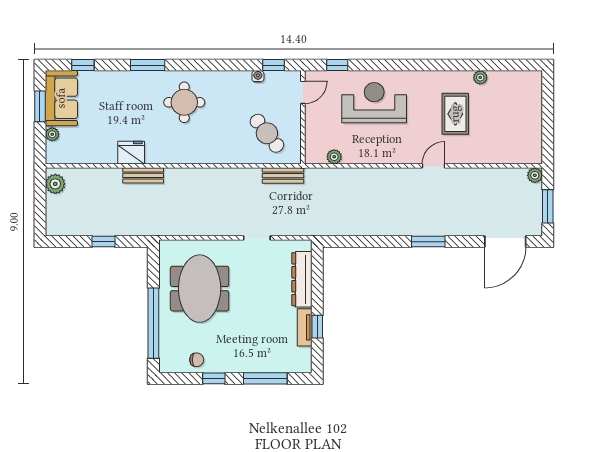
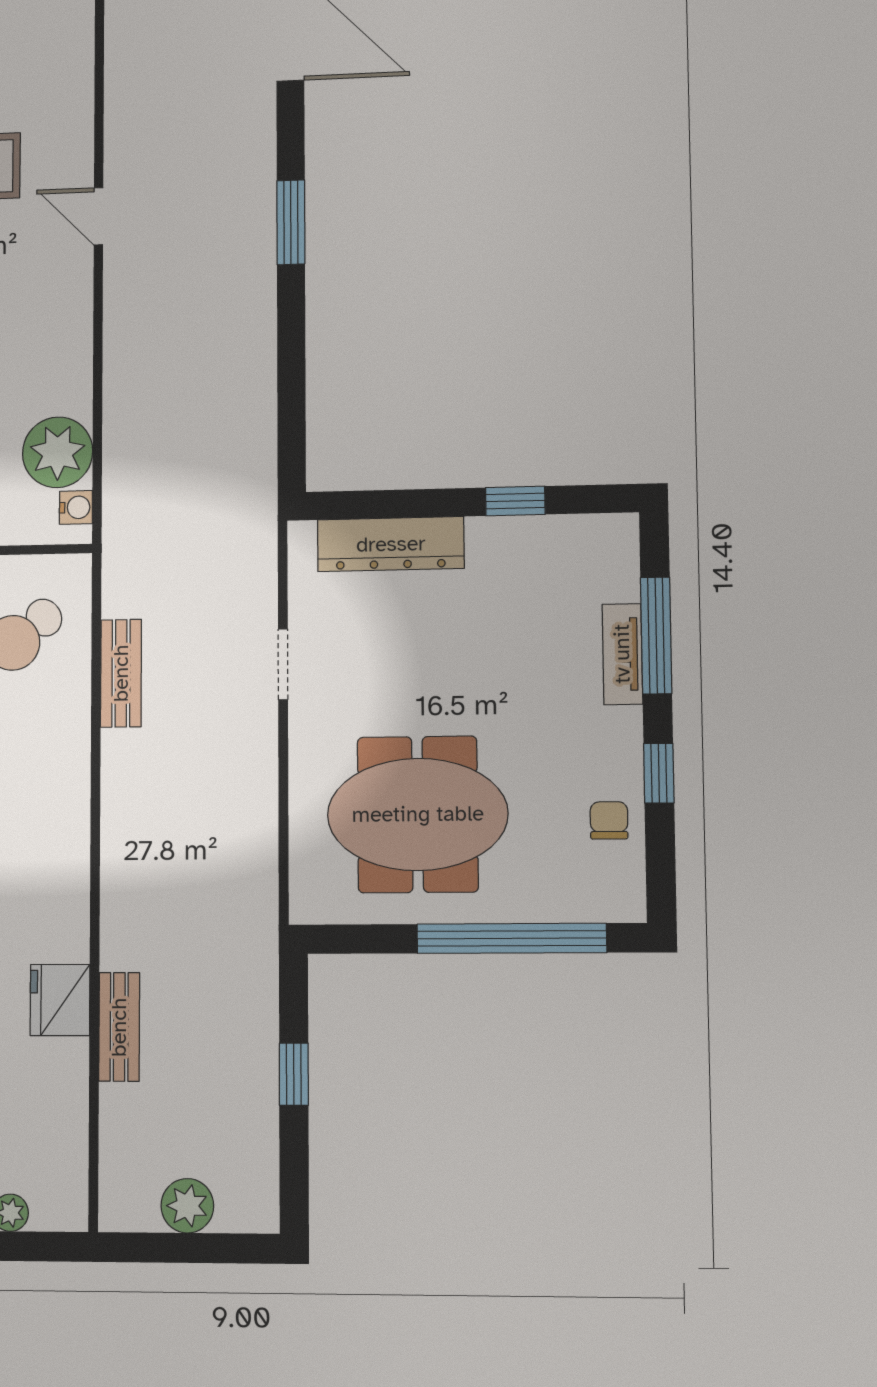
plant: (334, 157) -> (58, 452), width x1.88, depth x1.88
water cooler: (319, 158) -> (76, 507), added
bench: (143, 175) -> (119, 1027), moved
bench: (283, 176) -> (121, 673), moved
plant: (55, 184) -> (187, 1206), moved
tv unit: (305, 327) -> (622, 654), moved, turned 90

